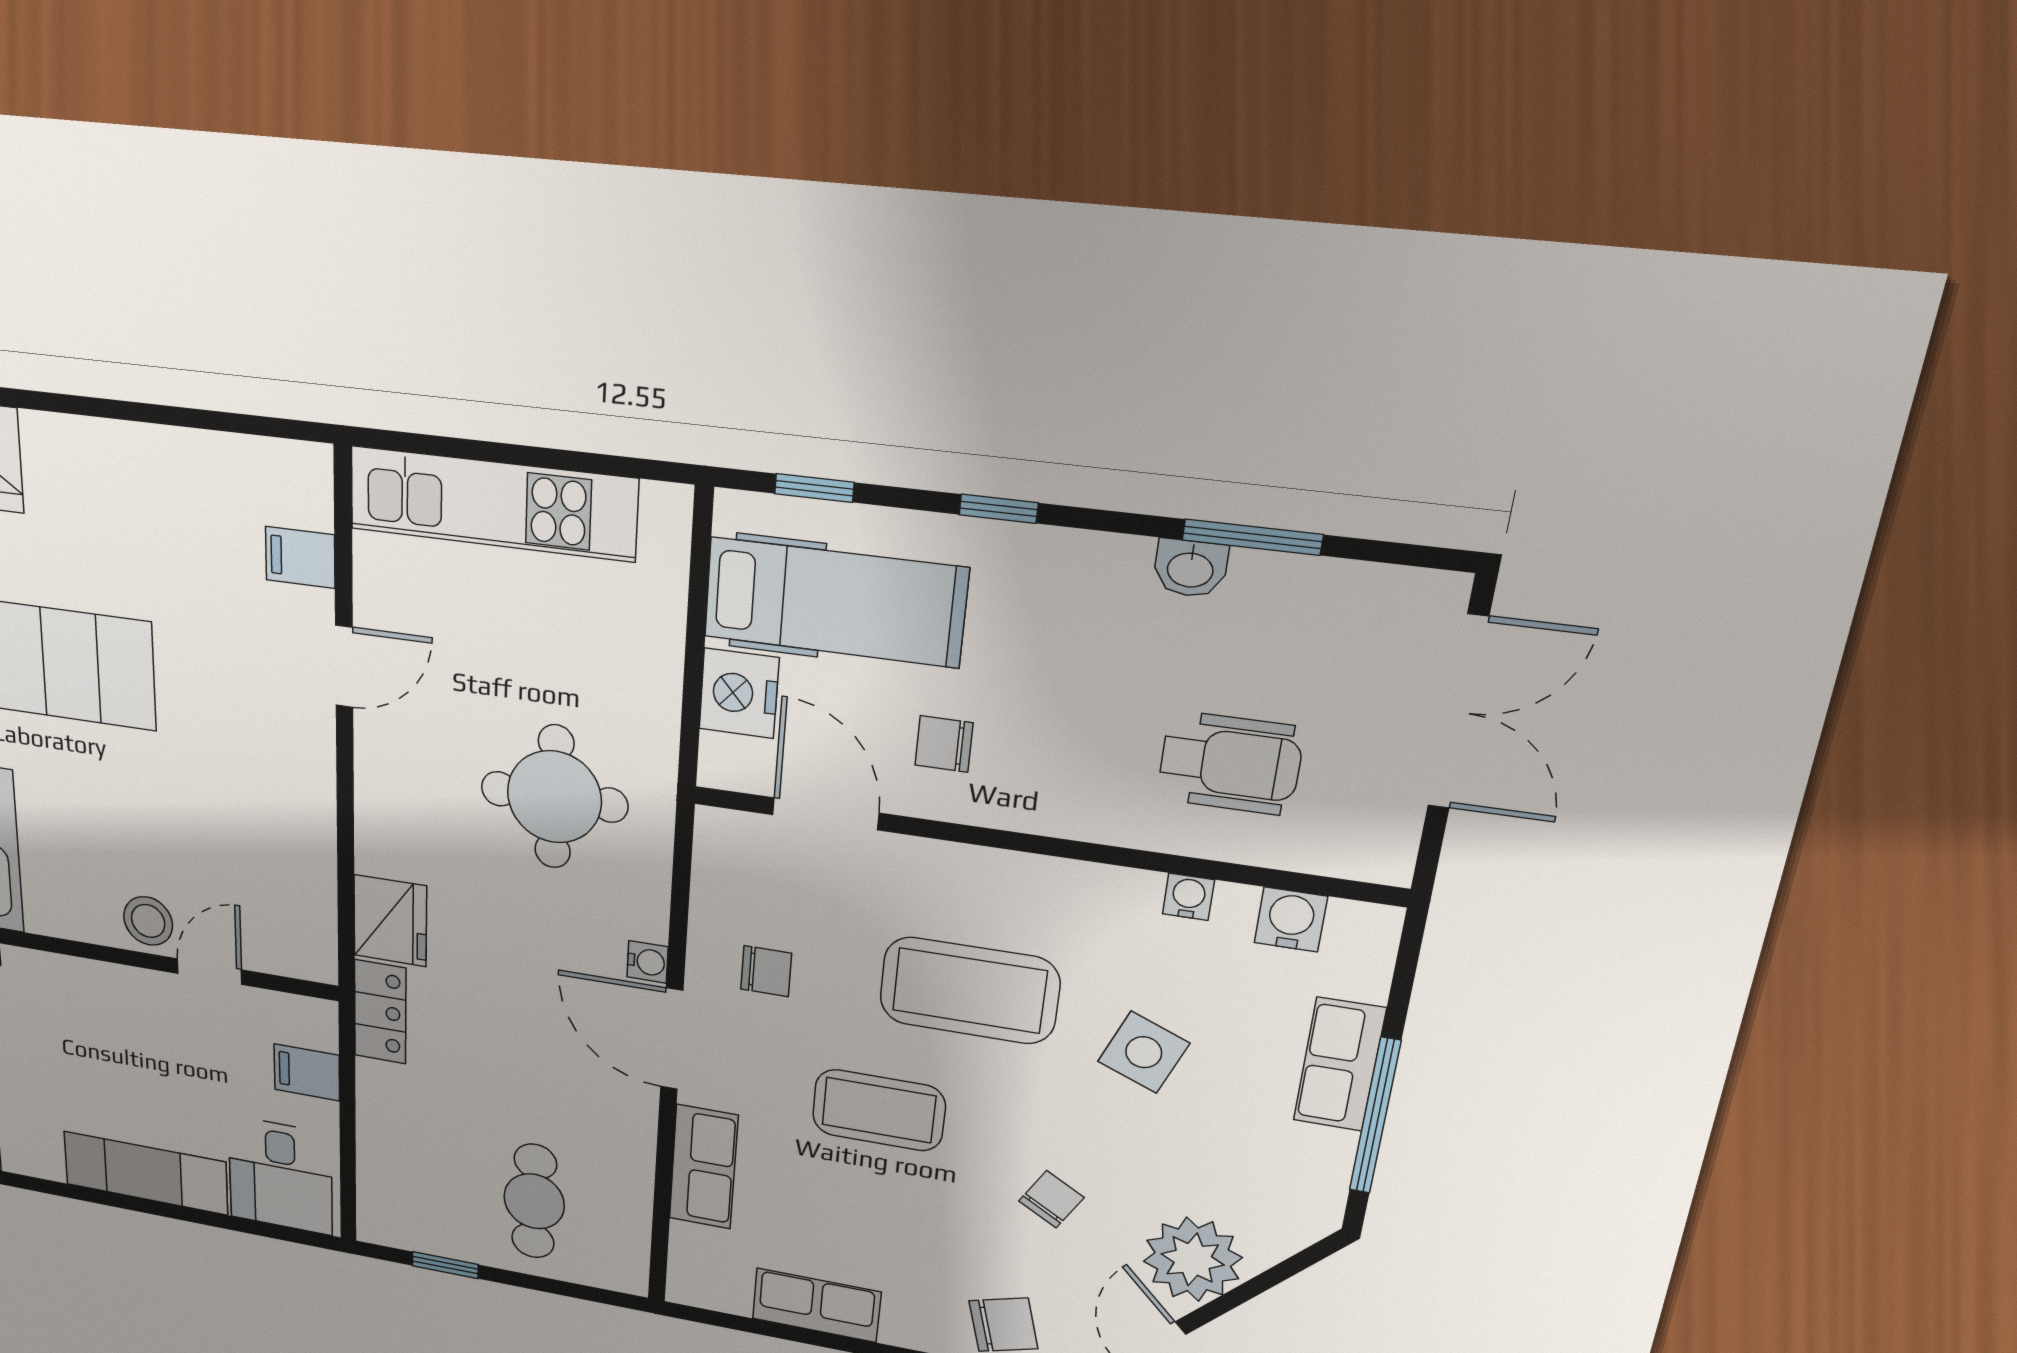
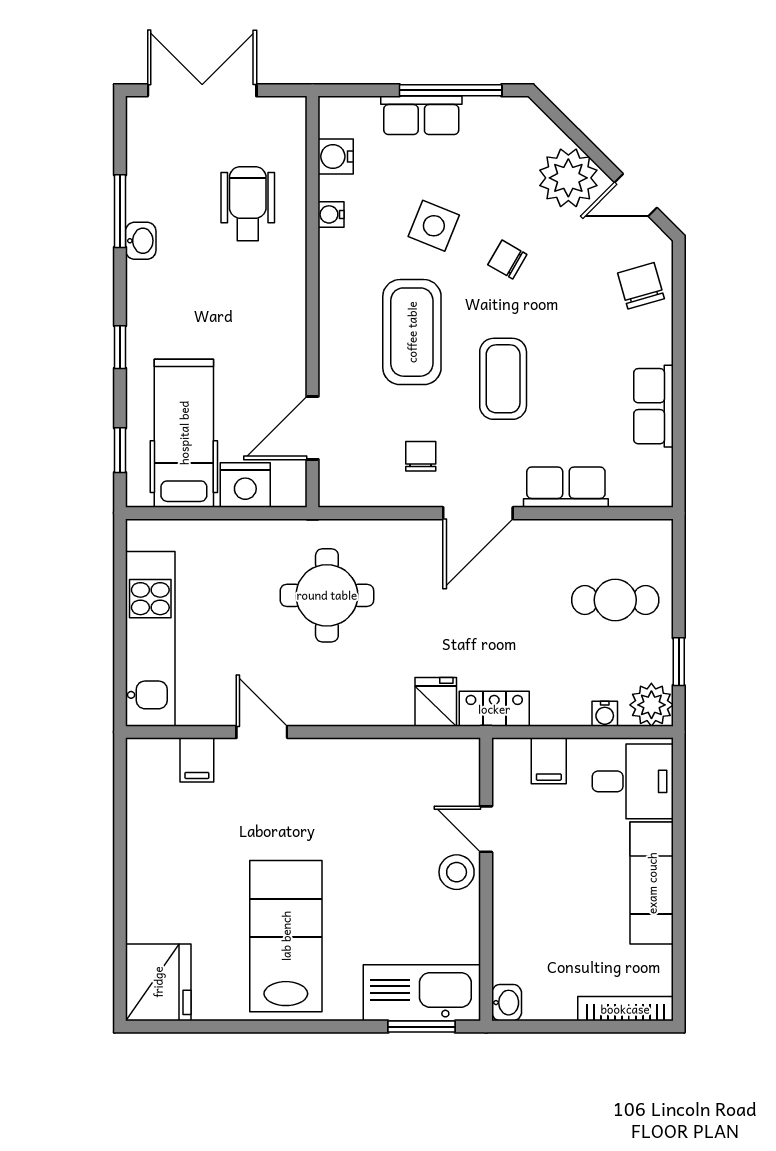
chair: (944, 744) -> (259, 363), removed
fridge: (390, 921) -> (436, 702), width x0.72
water cooler: (648, 962) -> (605, 714), moved, turned 180
chair: (1051, 1199) -> (507, 260), moved
plant: (386, 1219) -> (651, 705), added

